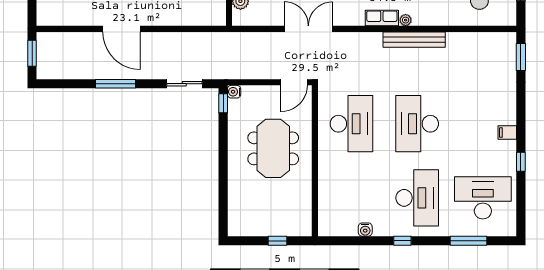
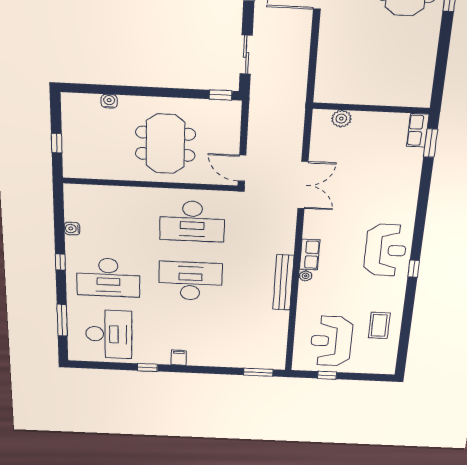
water cooler: (234, 92) -> (109, 101), moved
meeting table: (273, 148) -> (165, 144), turned 90

